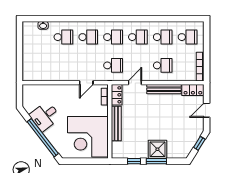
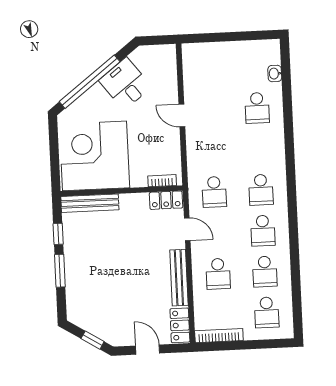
school desk: (88, 37) -> (259, 149), removed
door: (86, 83) -> (182, 115), moved
bench: (116, 123) -> (90, 203), moved
shower: (157, 149) -> (80, 272), removed

